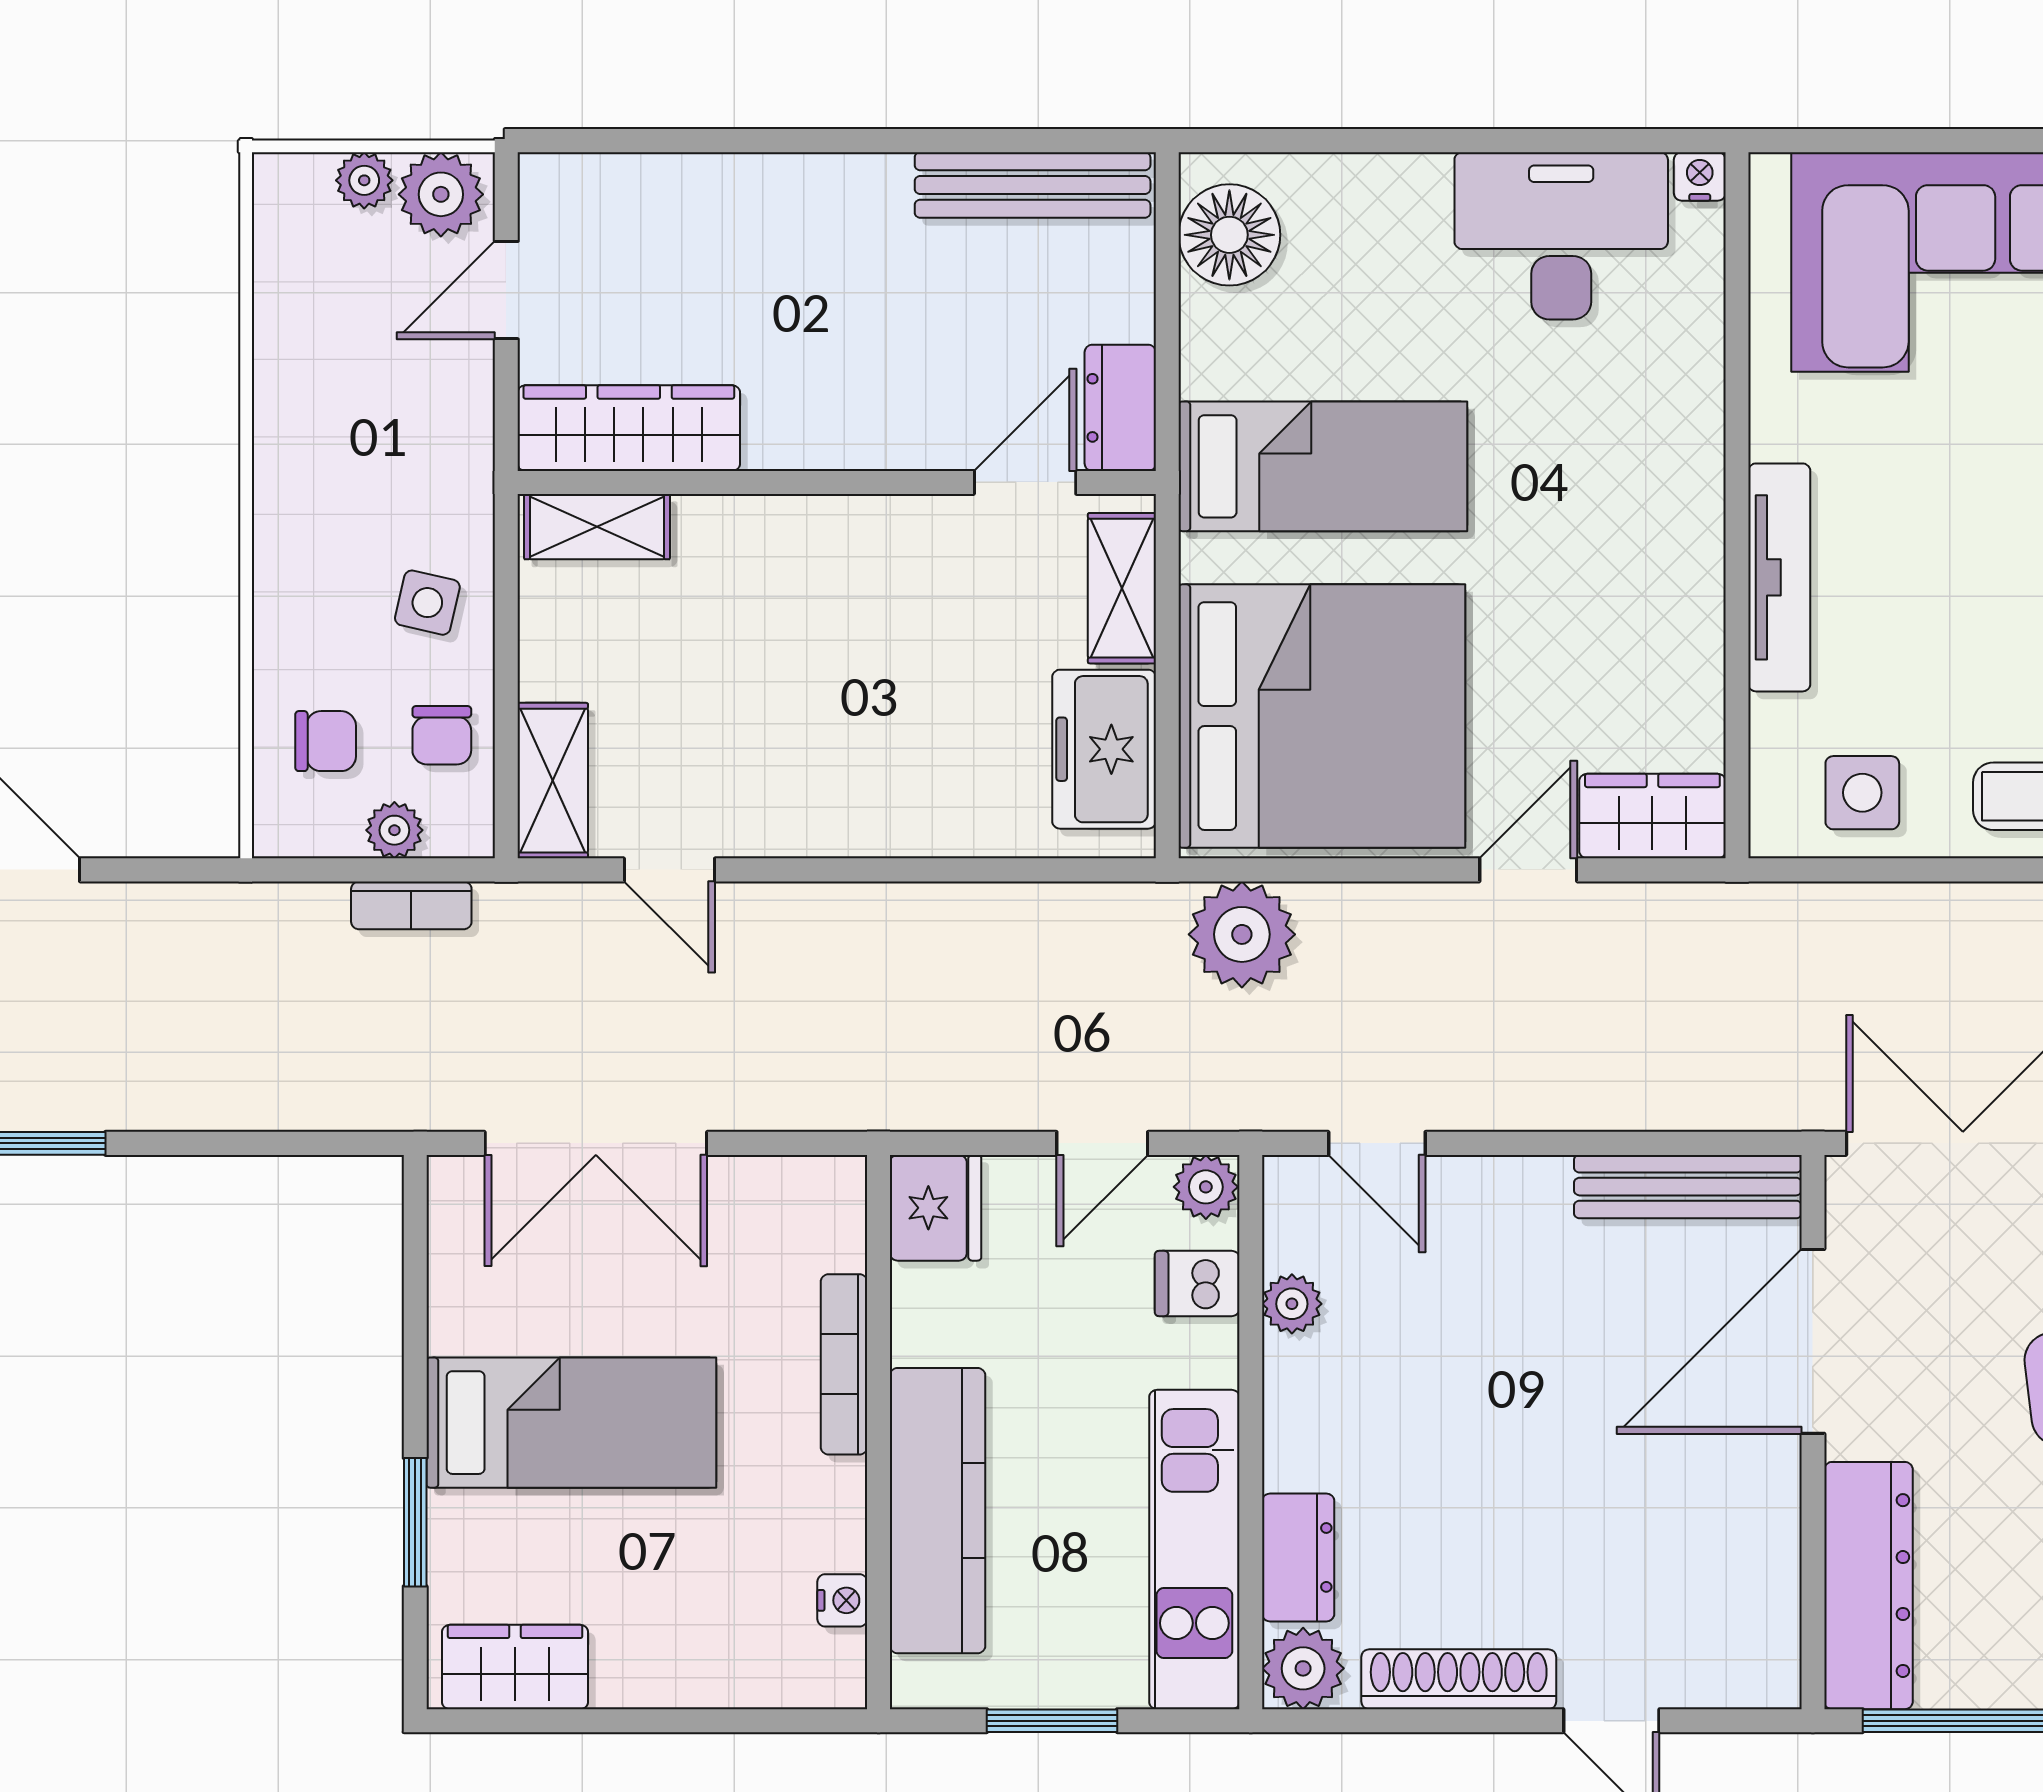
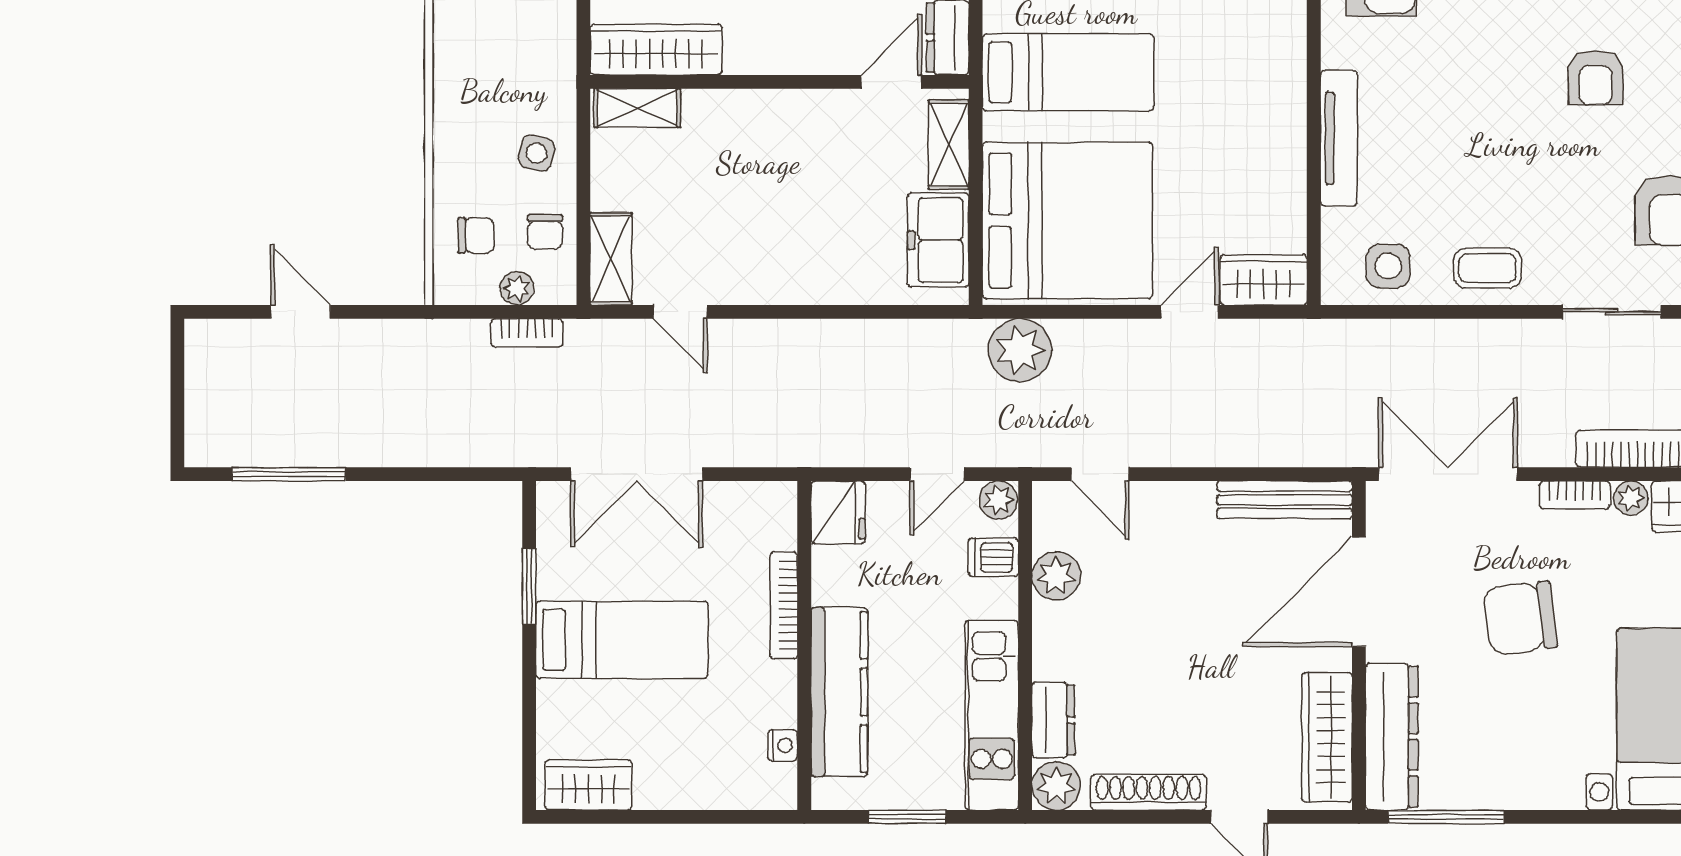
plant: (1292, 1304) -> (1056, 576), width x1.38, depth x1.38
window: (415, 1522) -> (529, 586), moved
wardrobe: (1759, 1587) -> (1327, 737), added

